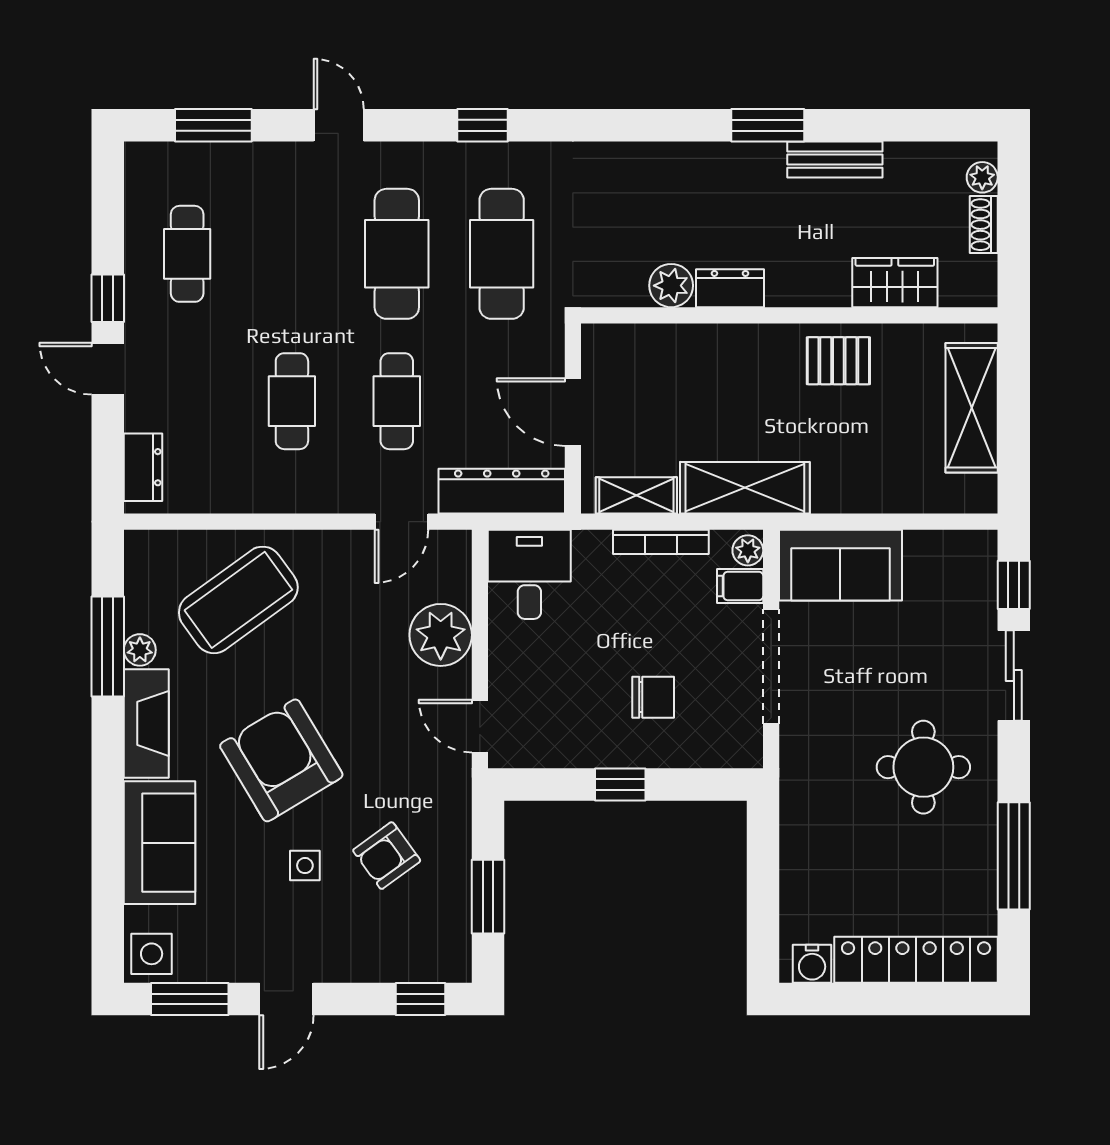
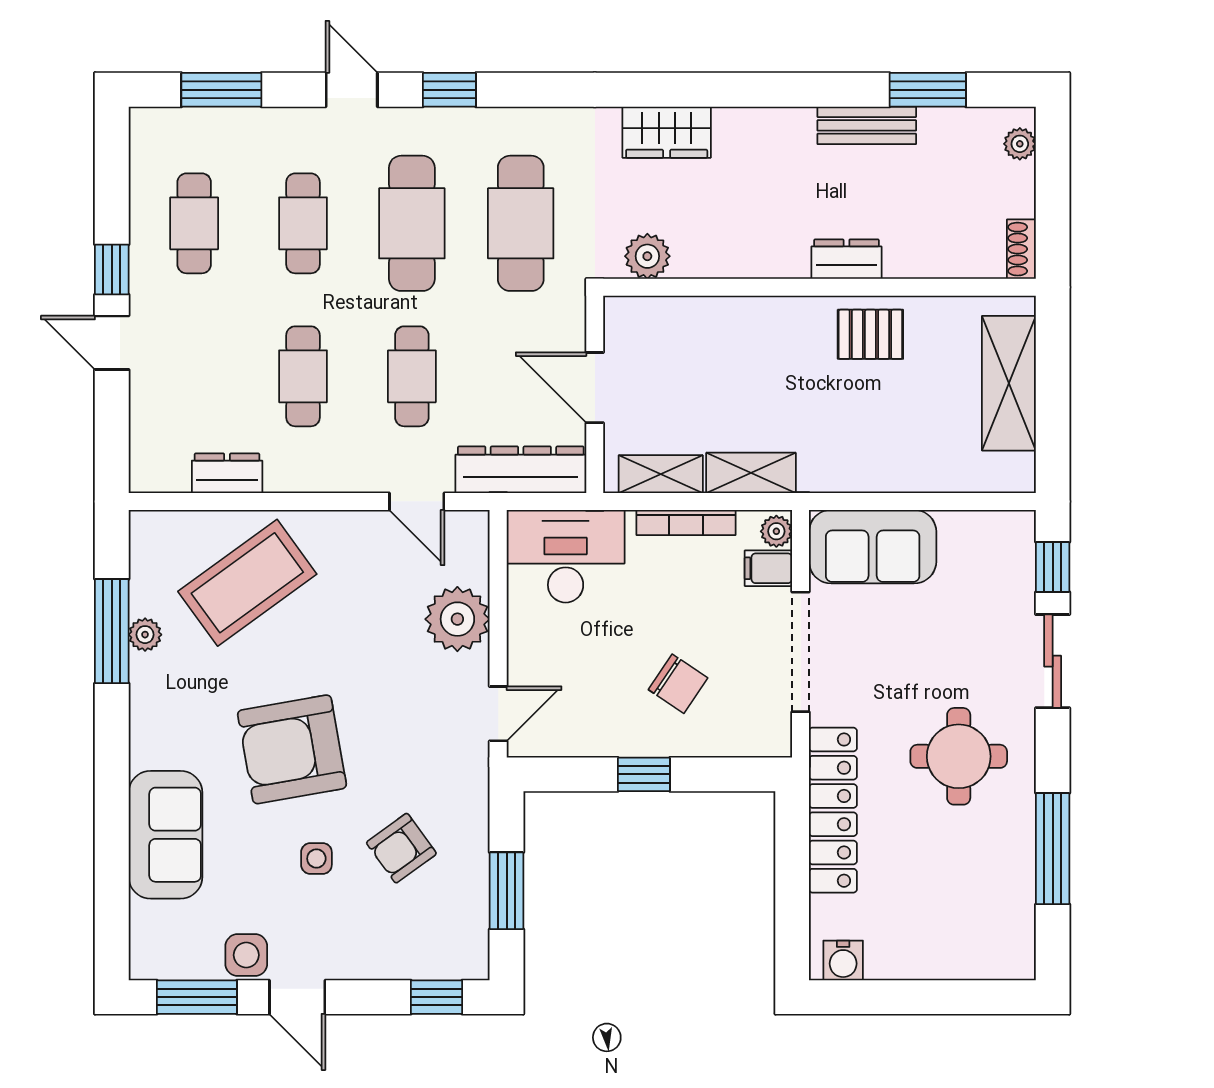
window: (482, 125) -> (449, 90), moved
window: (768, 125) -> (928, 90), moved
shoe rack: (984, 225) -> (1021, 249), moved
cafe table: (292, 254) -> (303, 223), added
wardrobe: (895, 283) -> (667, 132), moved, turned 180
plant: (671, 286) -> (647, 256), moved
dresser: (730, 288) -> (846, 259), moved
dresser: (143, 467) -> (227, 473), moved, turned -90
shelving: (745, 488) -> (751, 473), width x0.67, depth x0.75
door: (401, 522) -> (417, 501), hinge flipped
desk: (529, 574) -> (566, 556), width x1.37
chair: (653, 697) -> (678, 684), turned 34
fireplace: (146, 723) -> (152, 711), removed
door: (480, 726) -> (498, 714), swing flipped
armchair: (281, 760) -> (292, 749), turned -69
side table: (152, 954) -> (246, 955), moved
locker: (916, 960) -> (833, 810), moved, turned 90
door: (286, 999) -> (297, 997), hinge flipped

